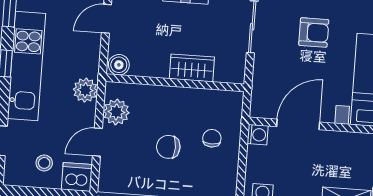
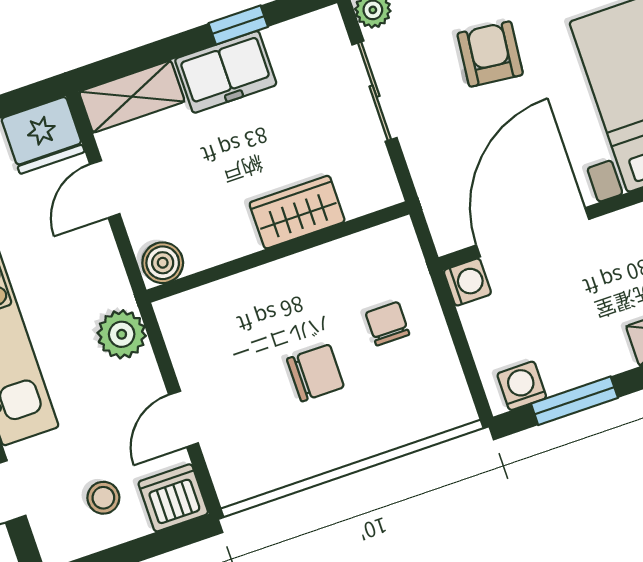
armchair: (314, 32) -> (490, 54), turned -84
plant: (116, 112) -> (194, 350), removed
door: (298, 124) -> (533, 232), width x1.36
chair: (168, 147) -> (315, 373), turned 180

